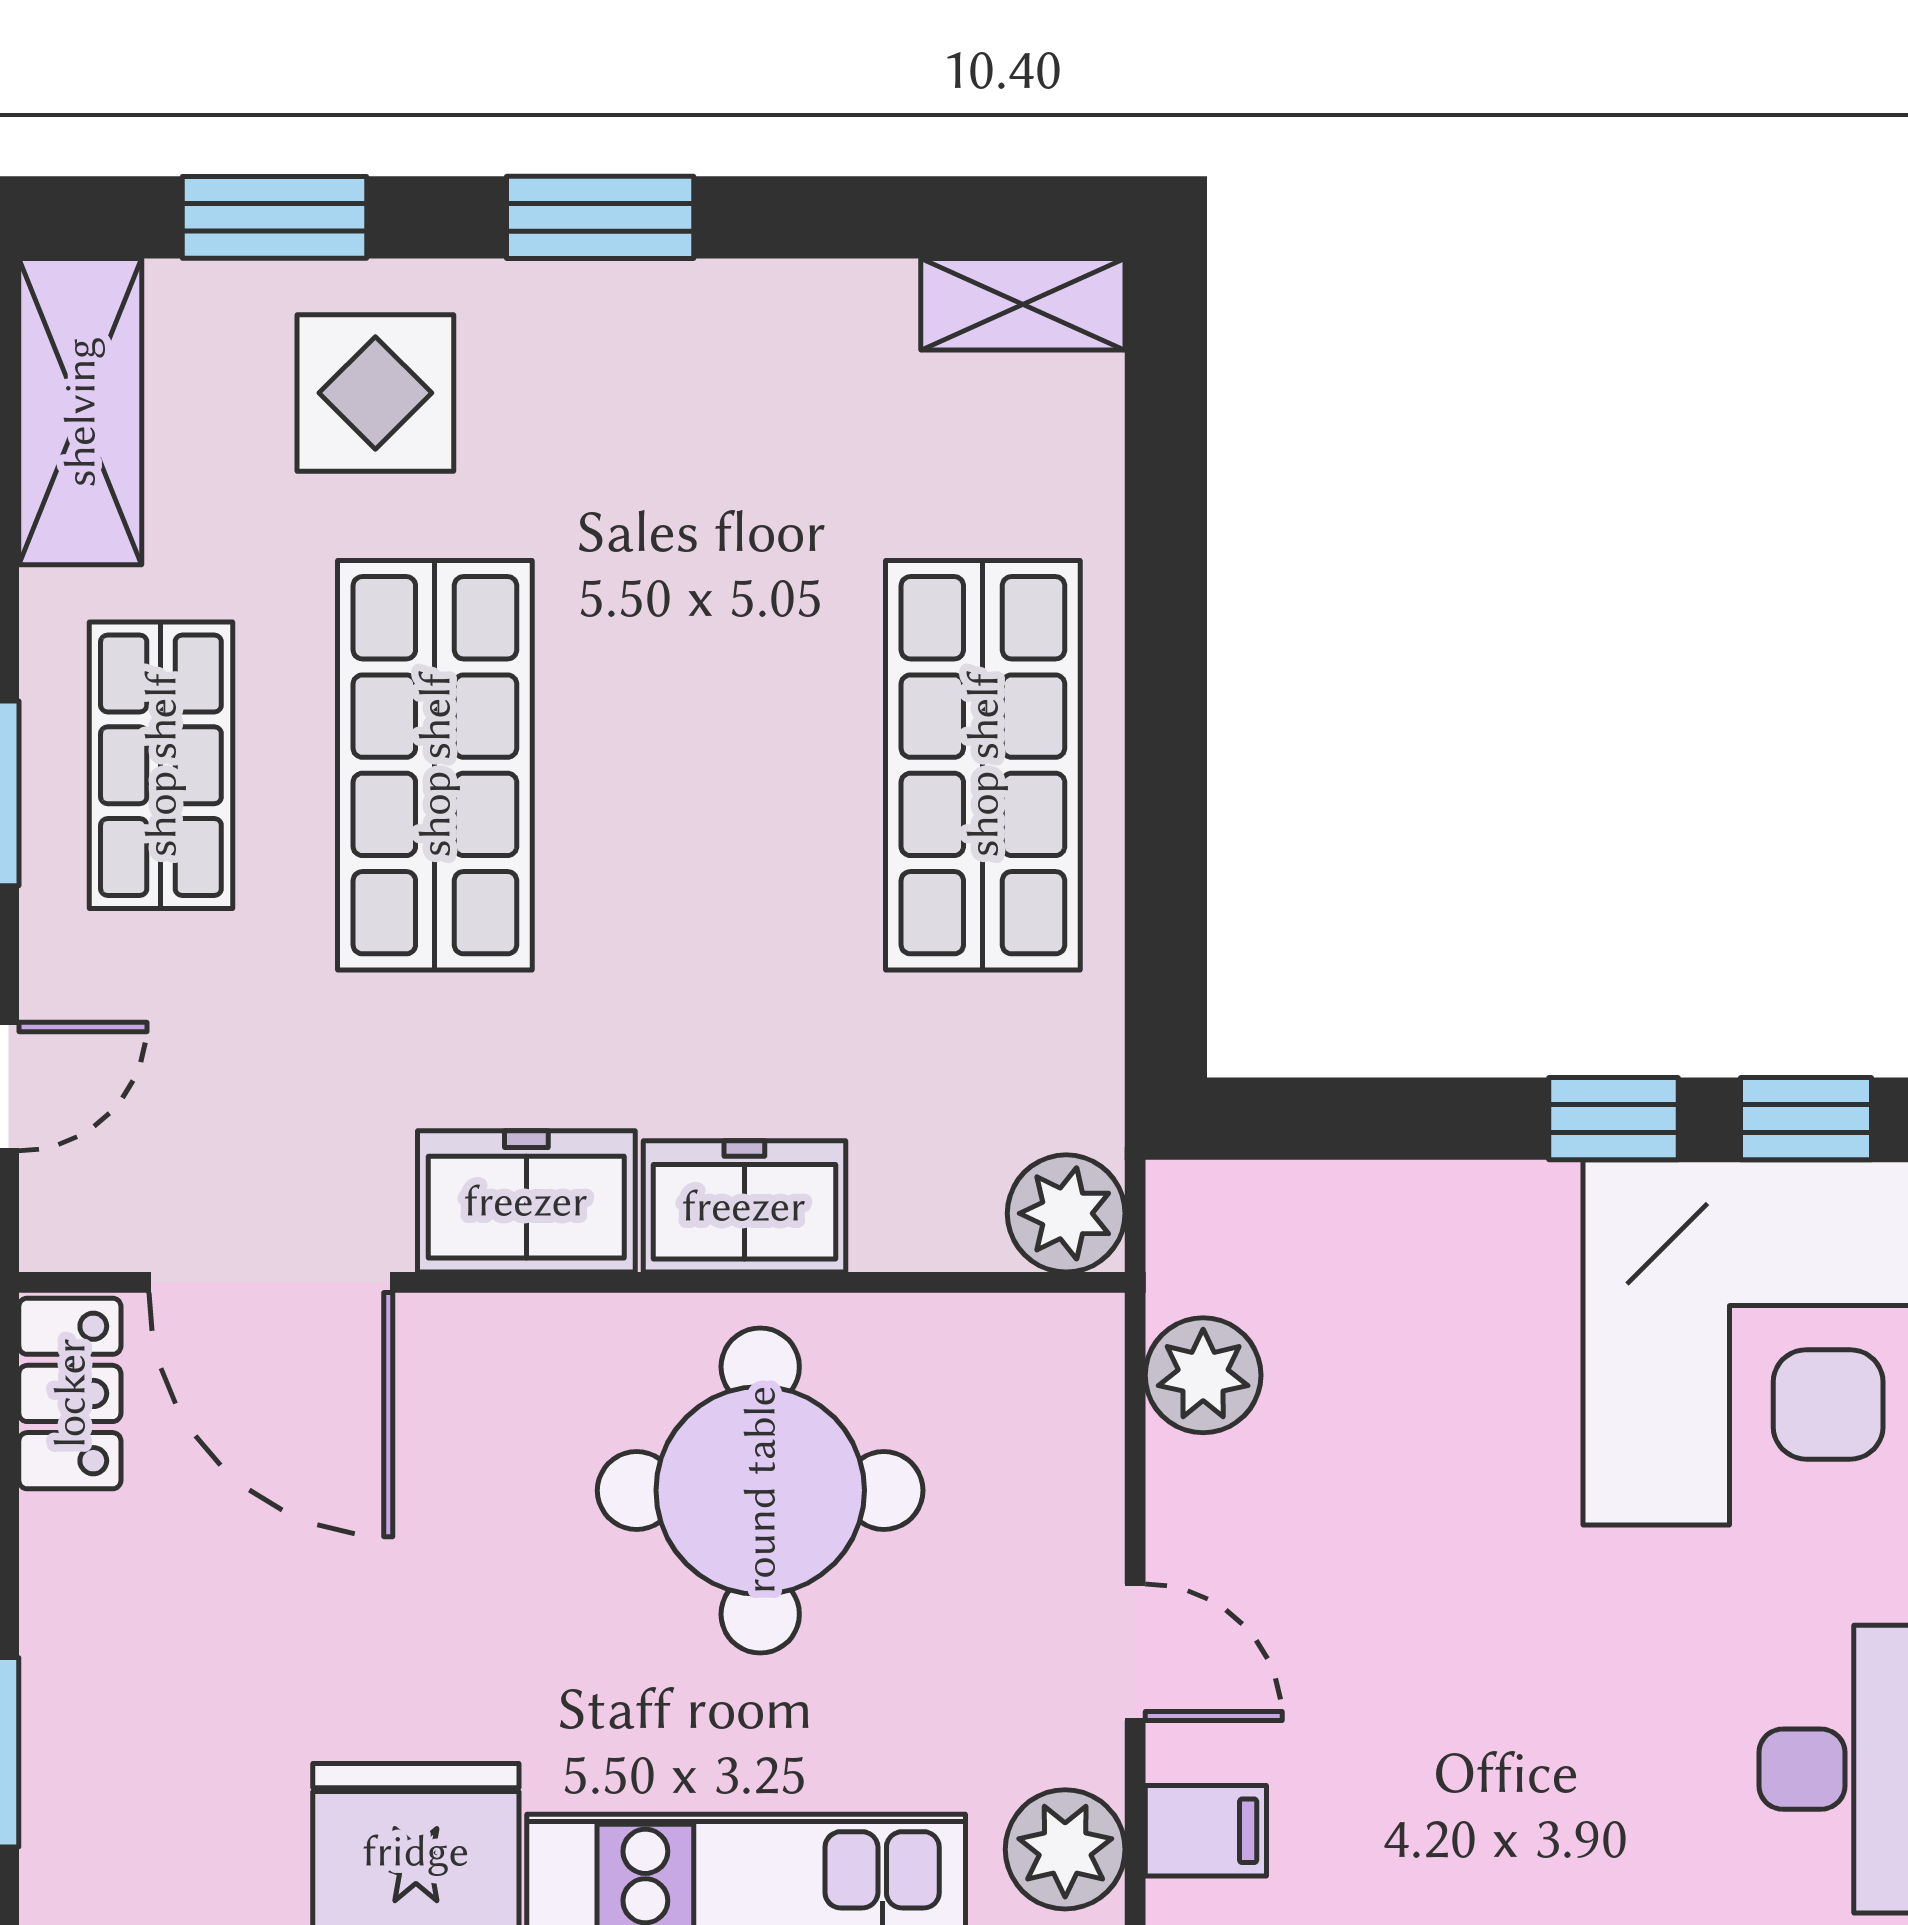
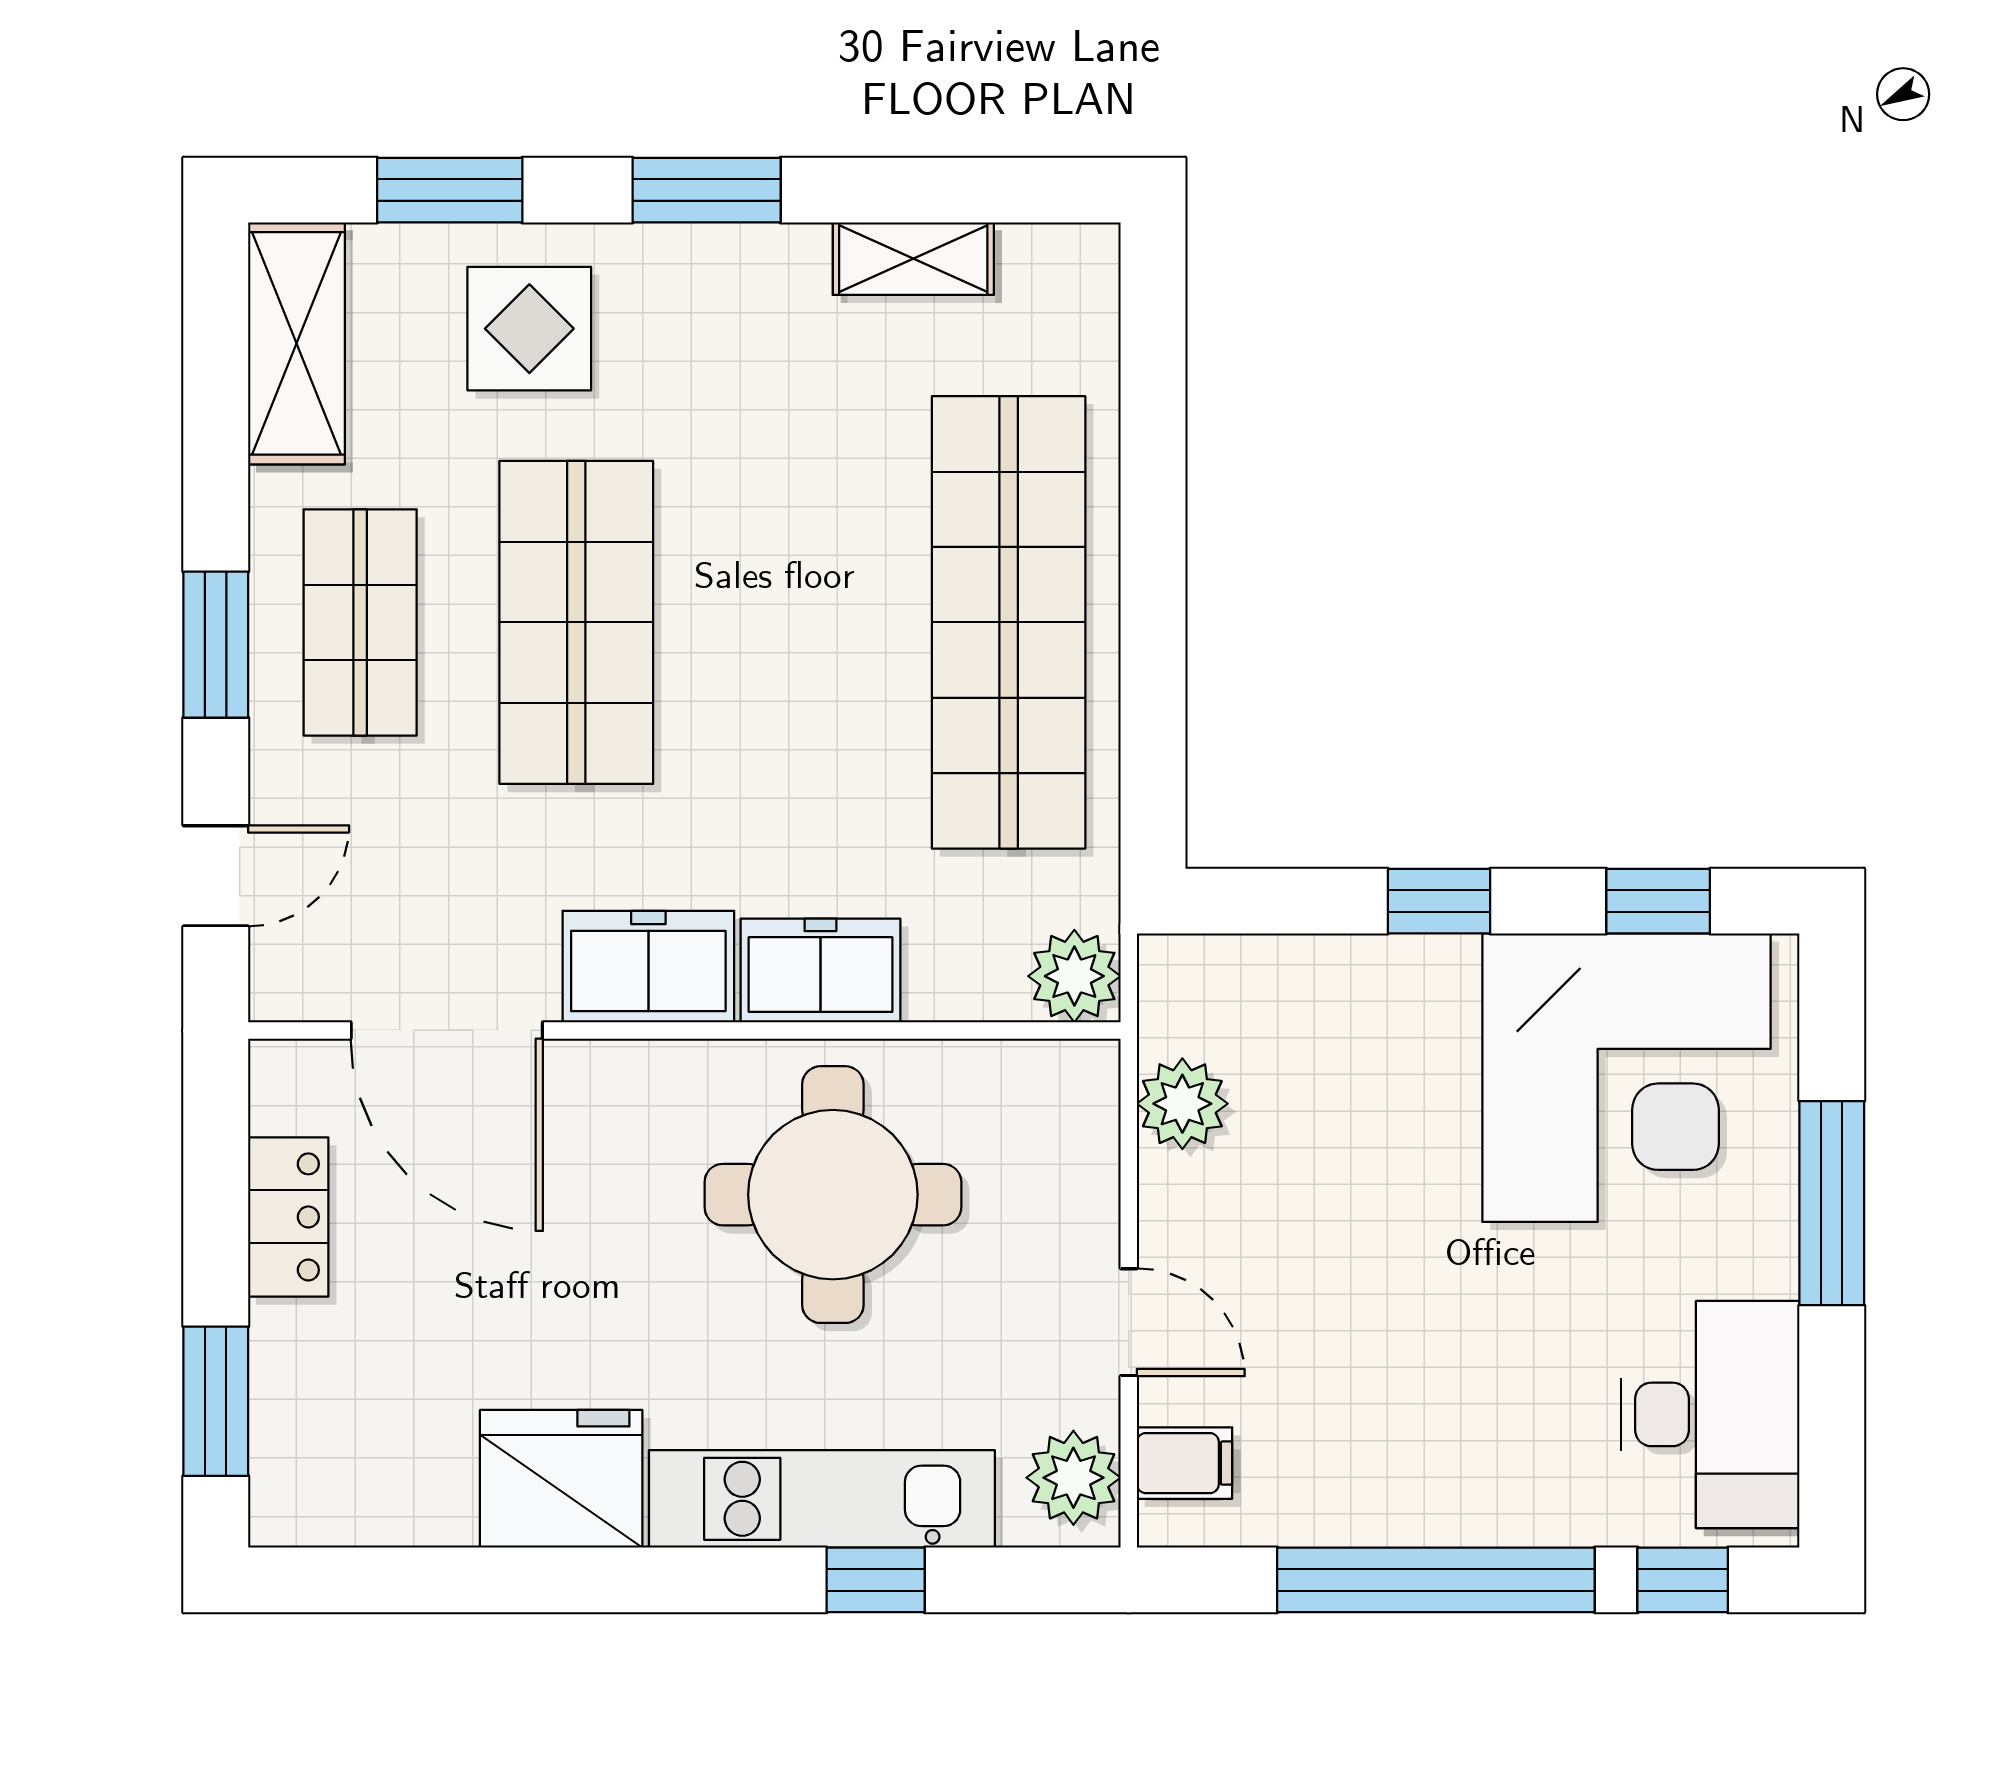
shelving: (1023, 304) -> (913, 259), moved
shop shelf: (983, 765) -> (1009, 622), width x1.40
window: (1613, 1119) -> (1439, 901), moved
locker: (70, 1393) -> (288, 1217), moved

